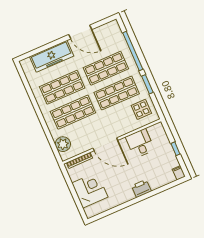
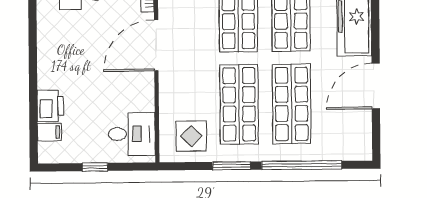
desk: (140, 143) -> (132, 134), moved
filing cabinet: (179, 173) -> (49, 132), moved
printer: (141, 188) -> (50, 106), moved

